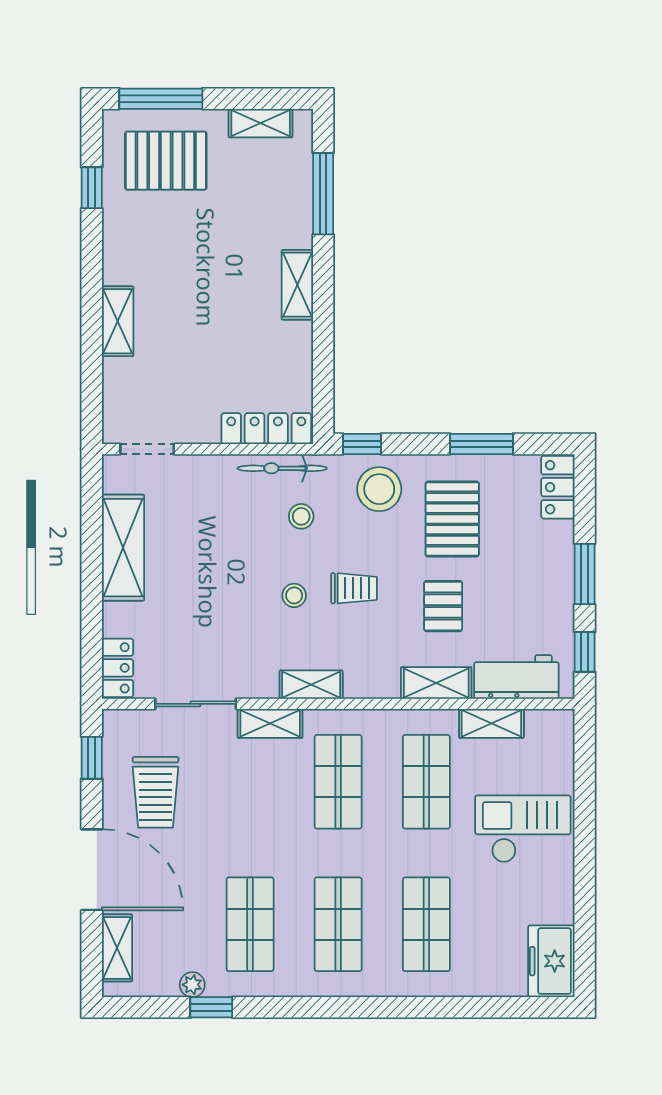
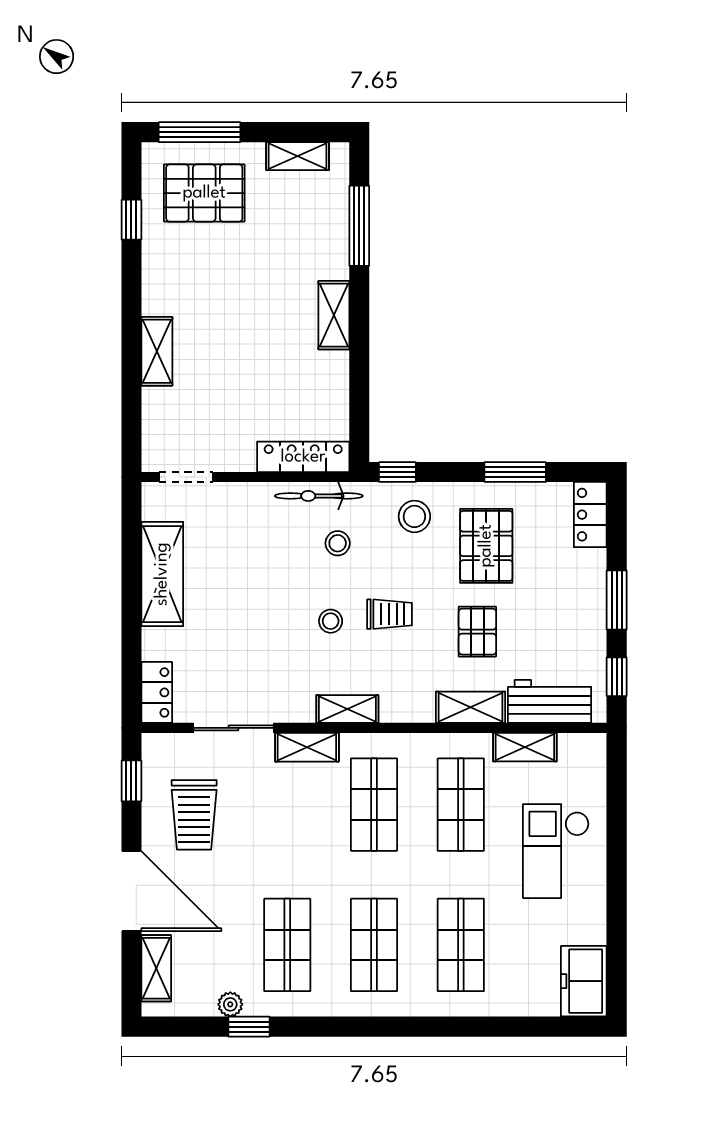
stool: (379, 489) -> (414, 516), width x0.73, depth x0.73
checkout: (523, 829) -> (556, 851), turned -90

